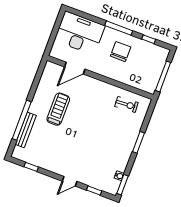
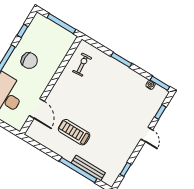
chair: (121, 52) -> (29, 61), turned 180

